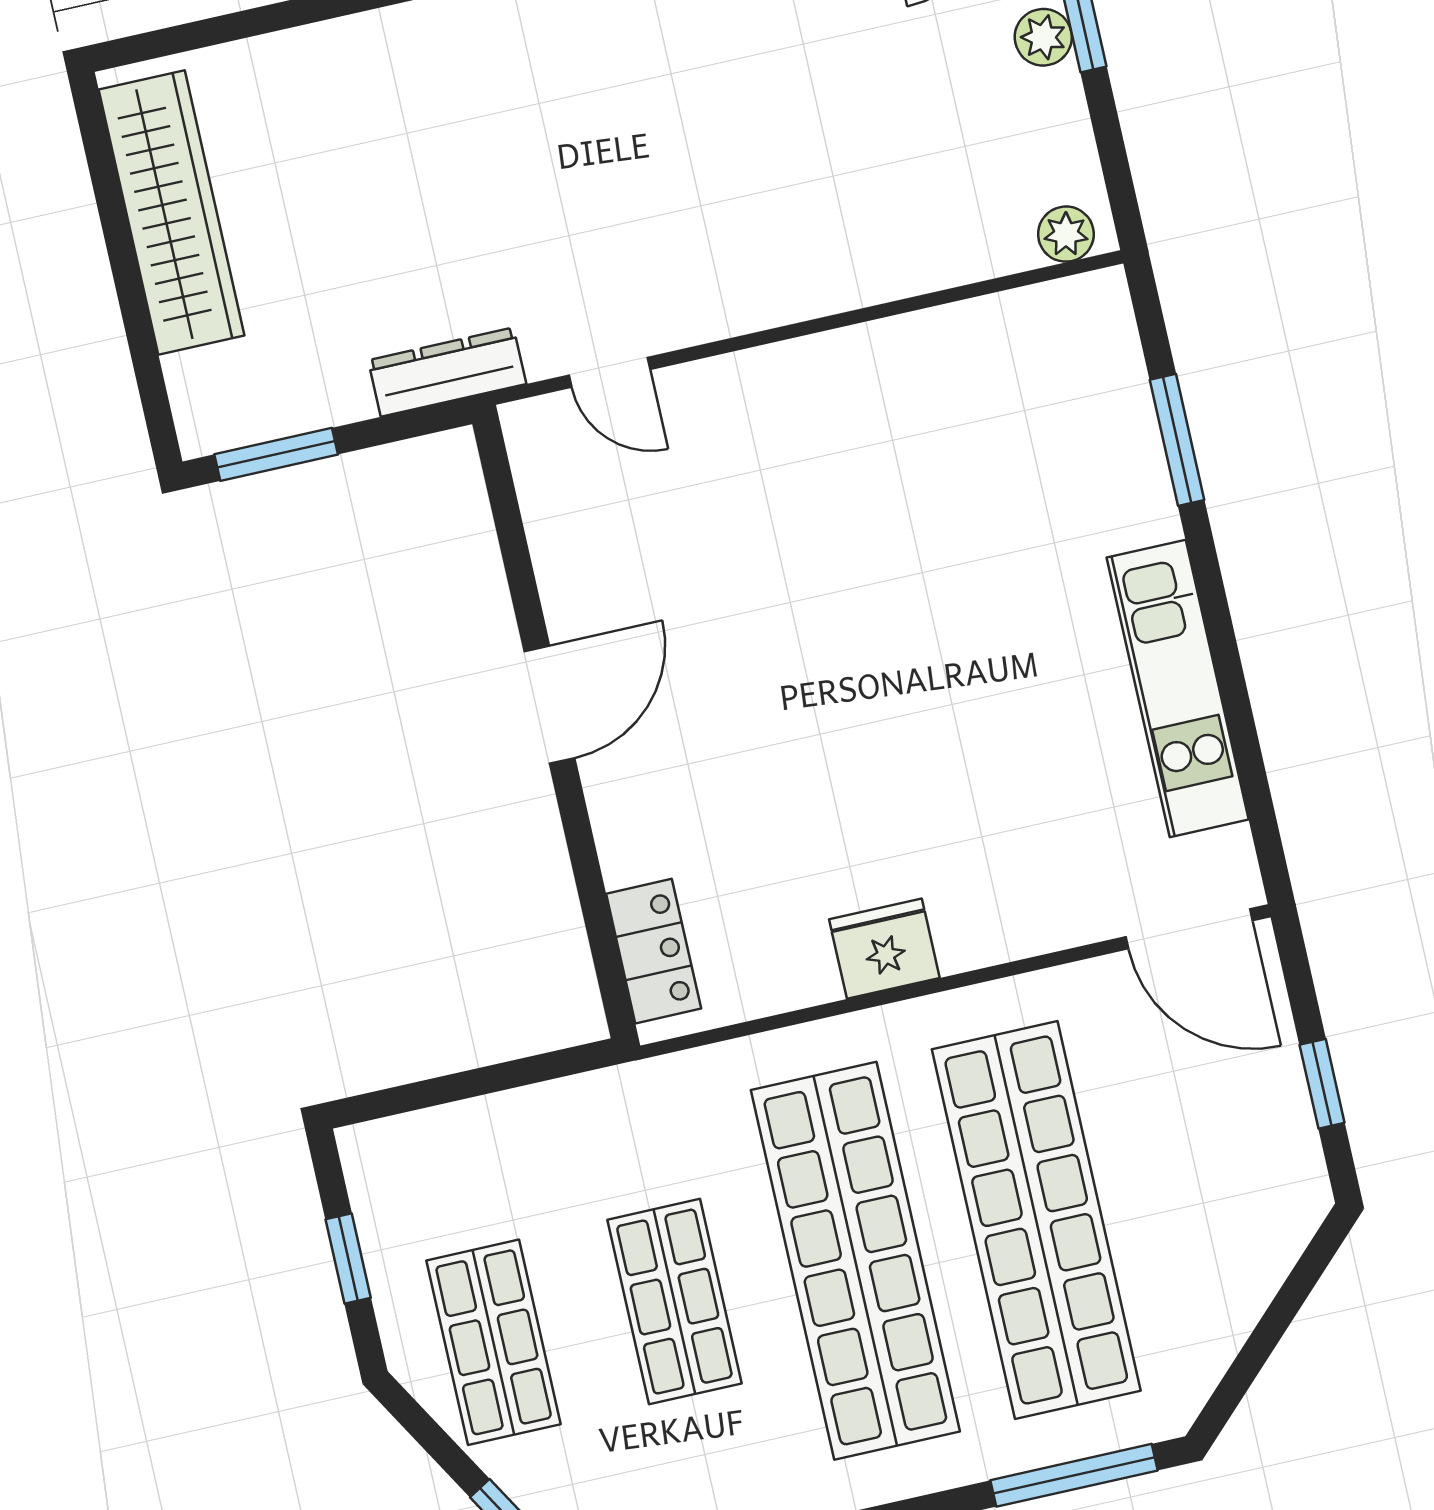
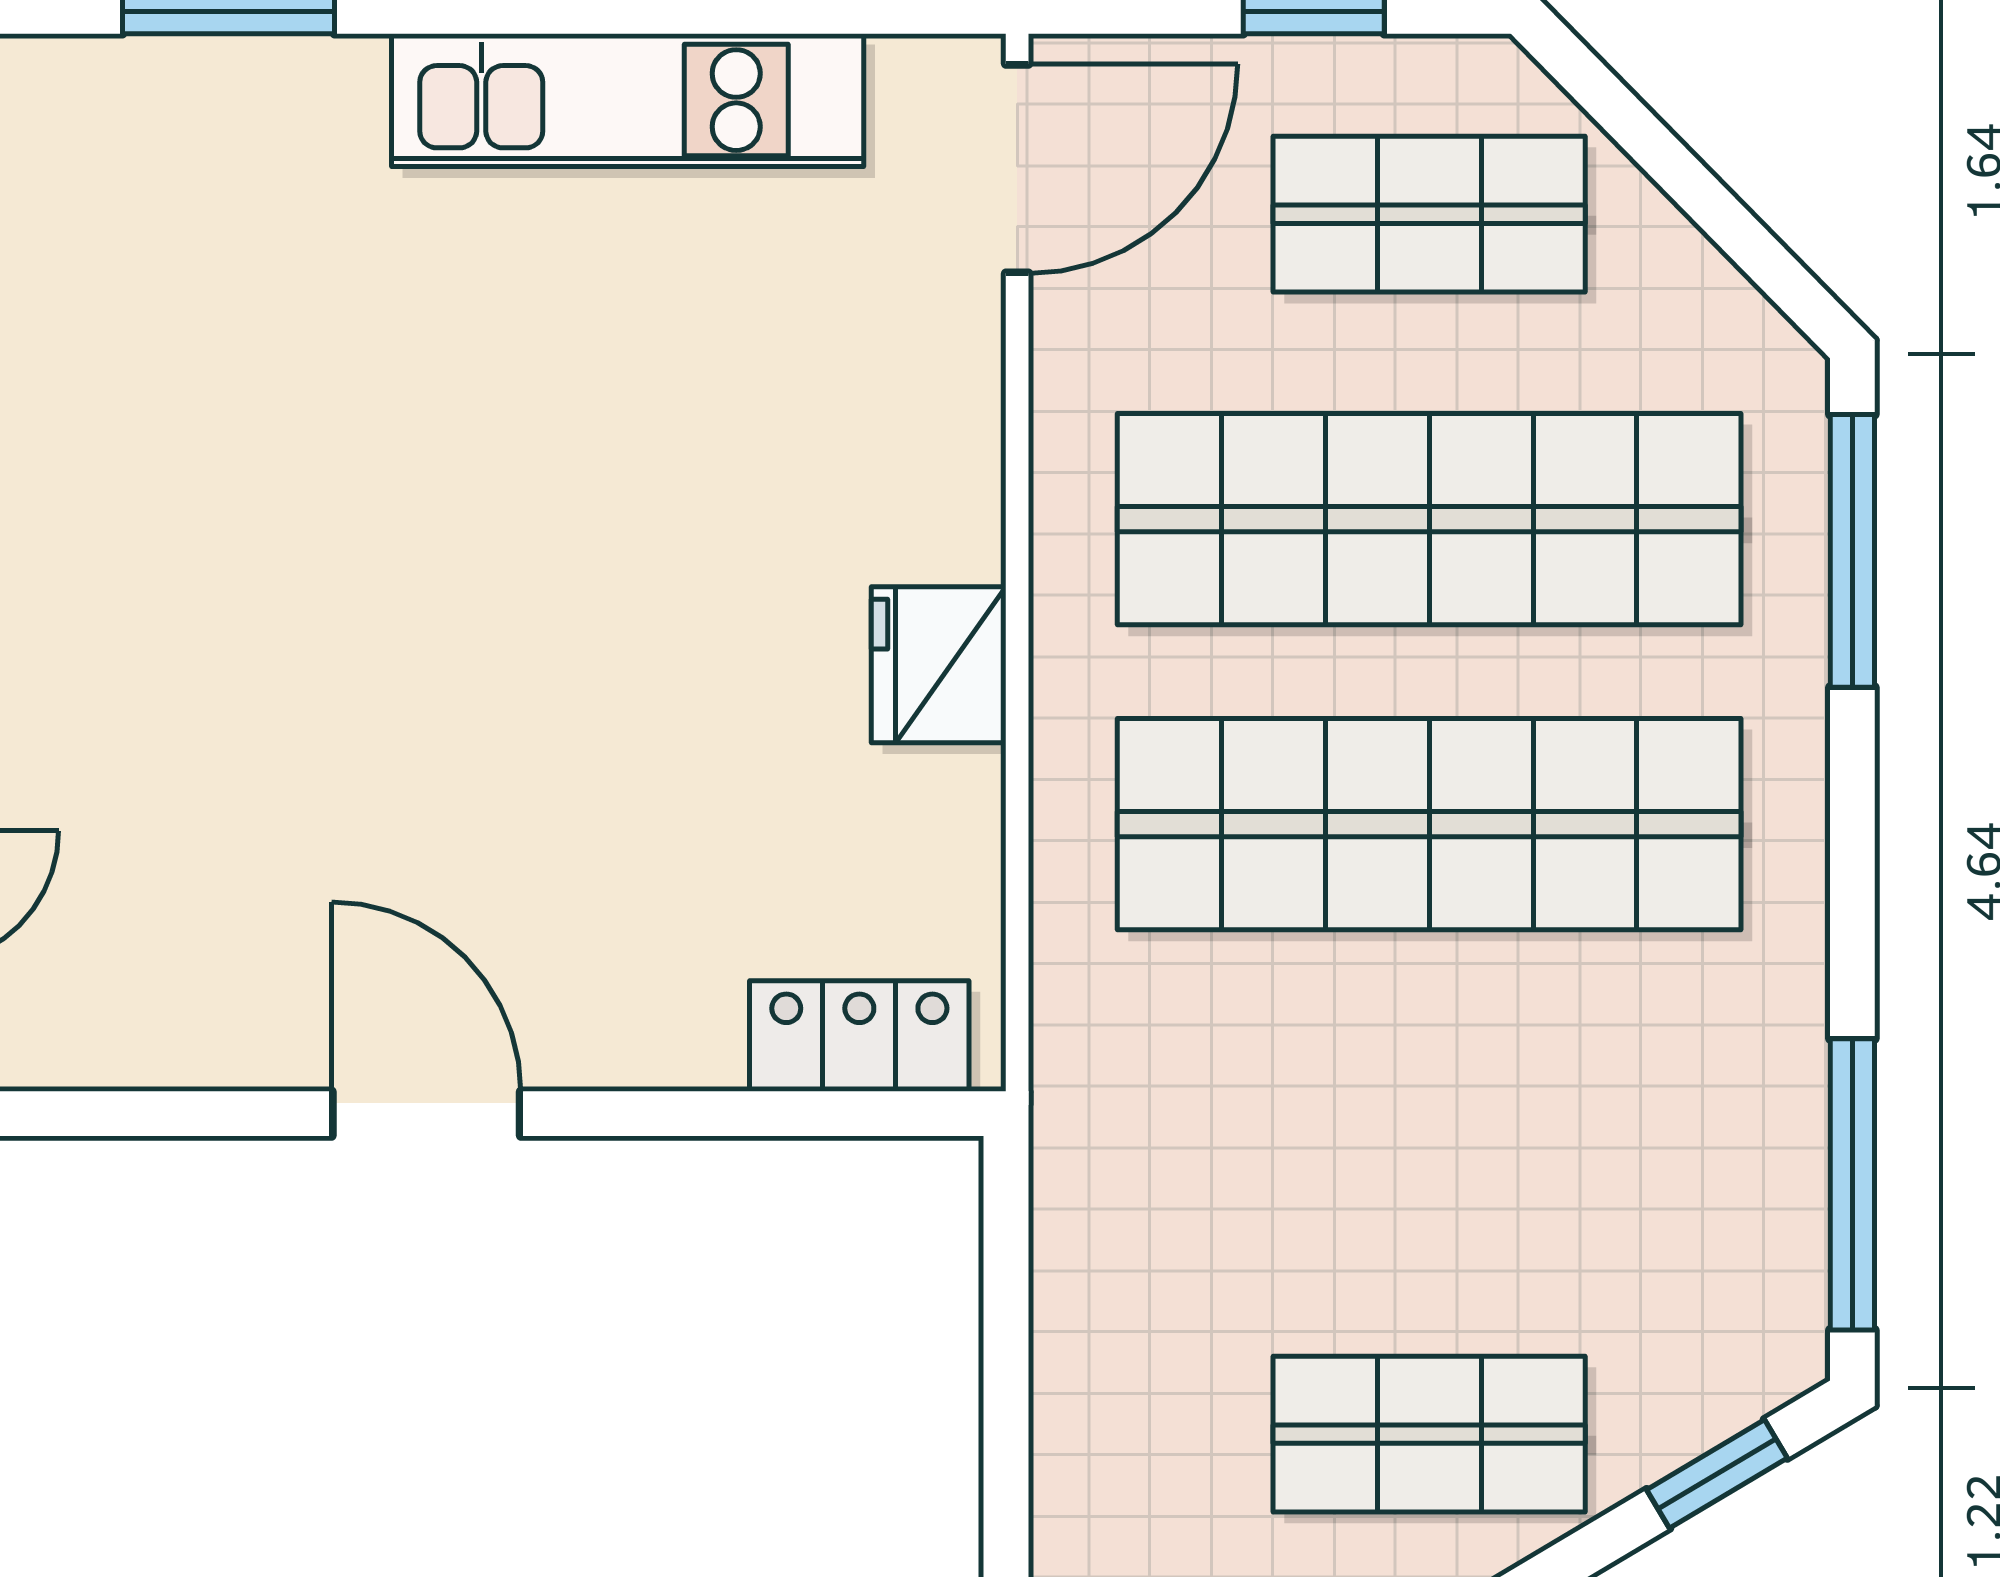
shop shelf: (674, 1302) -> (1429, 214), moved

